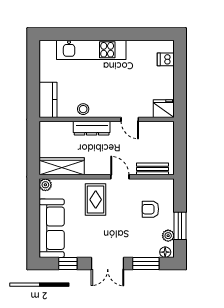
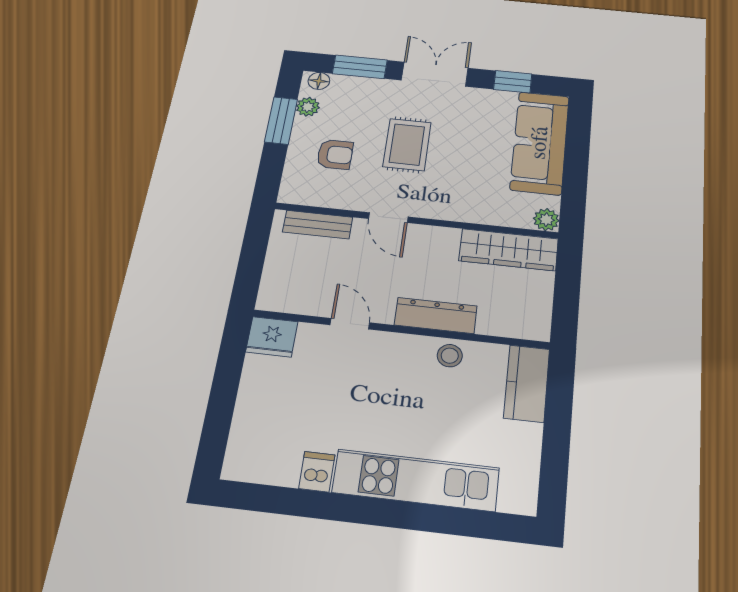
dishwasher: (166, 59) -> (317, 472), moved, turned -90
rug: (96, 200) -> (407, 145), moved

